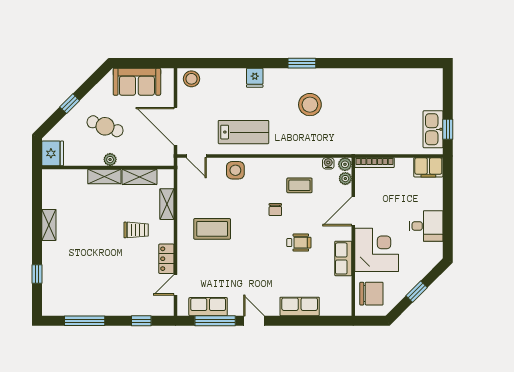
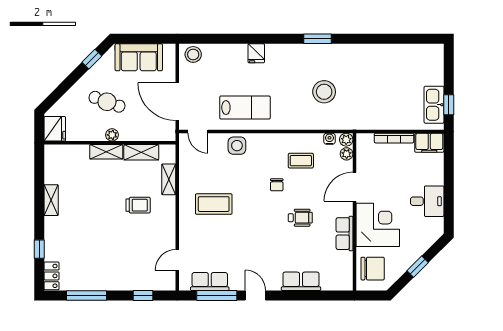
window: (302, 63) -> (318, 39), moved
window: (70, 104) -> (92, 59), moved
stool: (310, 105) -> (324, 92), moved
bookcase: (374, 163) -> (394, 138), moved
locker: (166, 259) -> (52, 276), moved, turned 180

